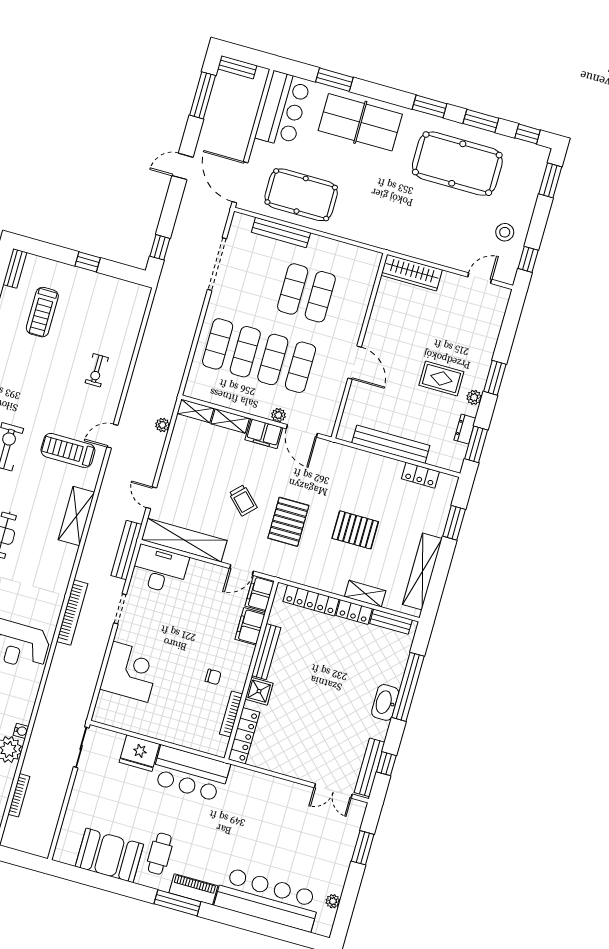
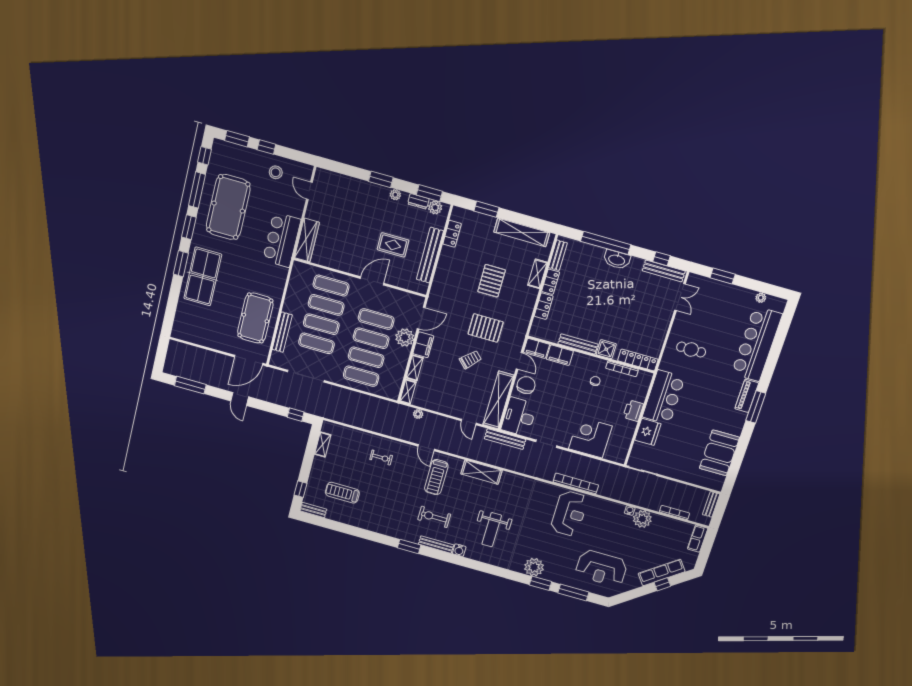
bench: (237, 67) -> (711, 504), moved
window: (334, 80) -> (181, 264), moved
bar counter: (283, 109) -> (282, 240), moved, turned -90
window: (481, 121) -> (197, 190), width x1.44
window: (528, 259) -> (266, 147), moved
window: (88, 262) -> (300, 489), moved
exercise mat: (265, 281) -> (317, 343), added
shelving: (115, 285) -> (323, 445), added
exercise mat: (348, 304) -> (331, 286), added
treadmill: (42, 312) -> (342, 493), turned 180
rug: (441, 378) -> (393, 245), moved, turned 90
plant: (278, 415) -> (405, 338), width x1.88, depth x1.88
plant: (457, 452) -> (435, 207), added
door: (151, 498) -> (469, 422), hinge flipped
chair: (206, 579) -> (526, 385), added
locker: (311, 600) -> (544, 306), width x0.66
bookcase: (72, 613) -> (576, 483), moved
printer: (170, 731) -> (633, 411), added
cafe table: (160, 854) -> (691, 350), moved

